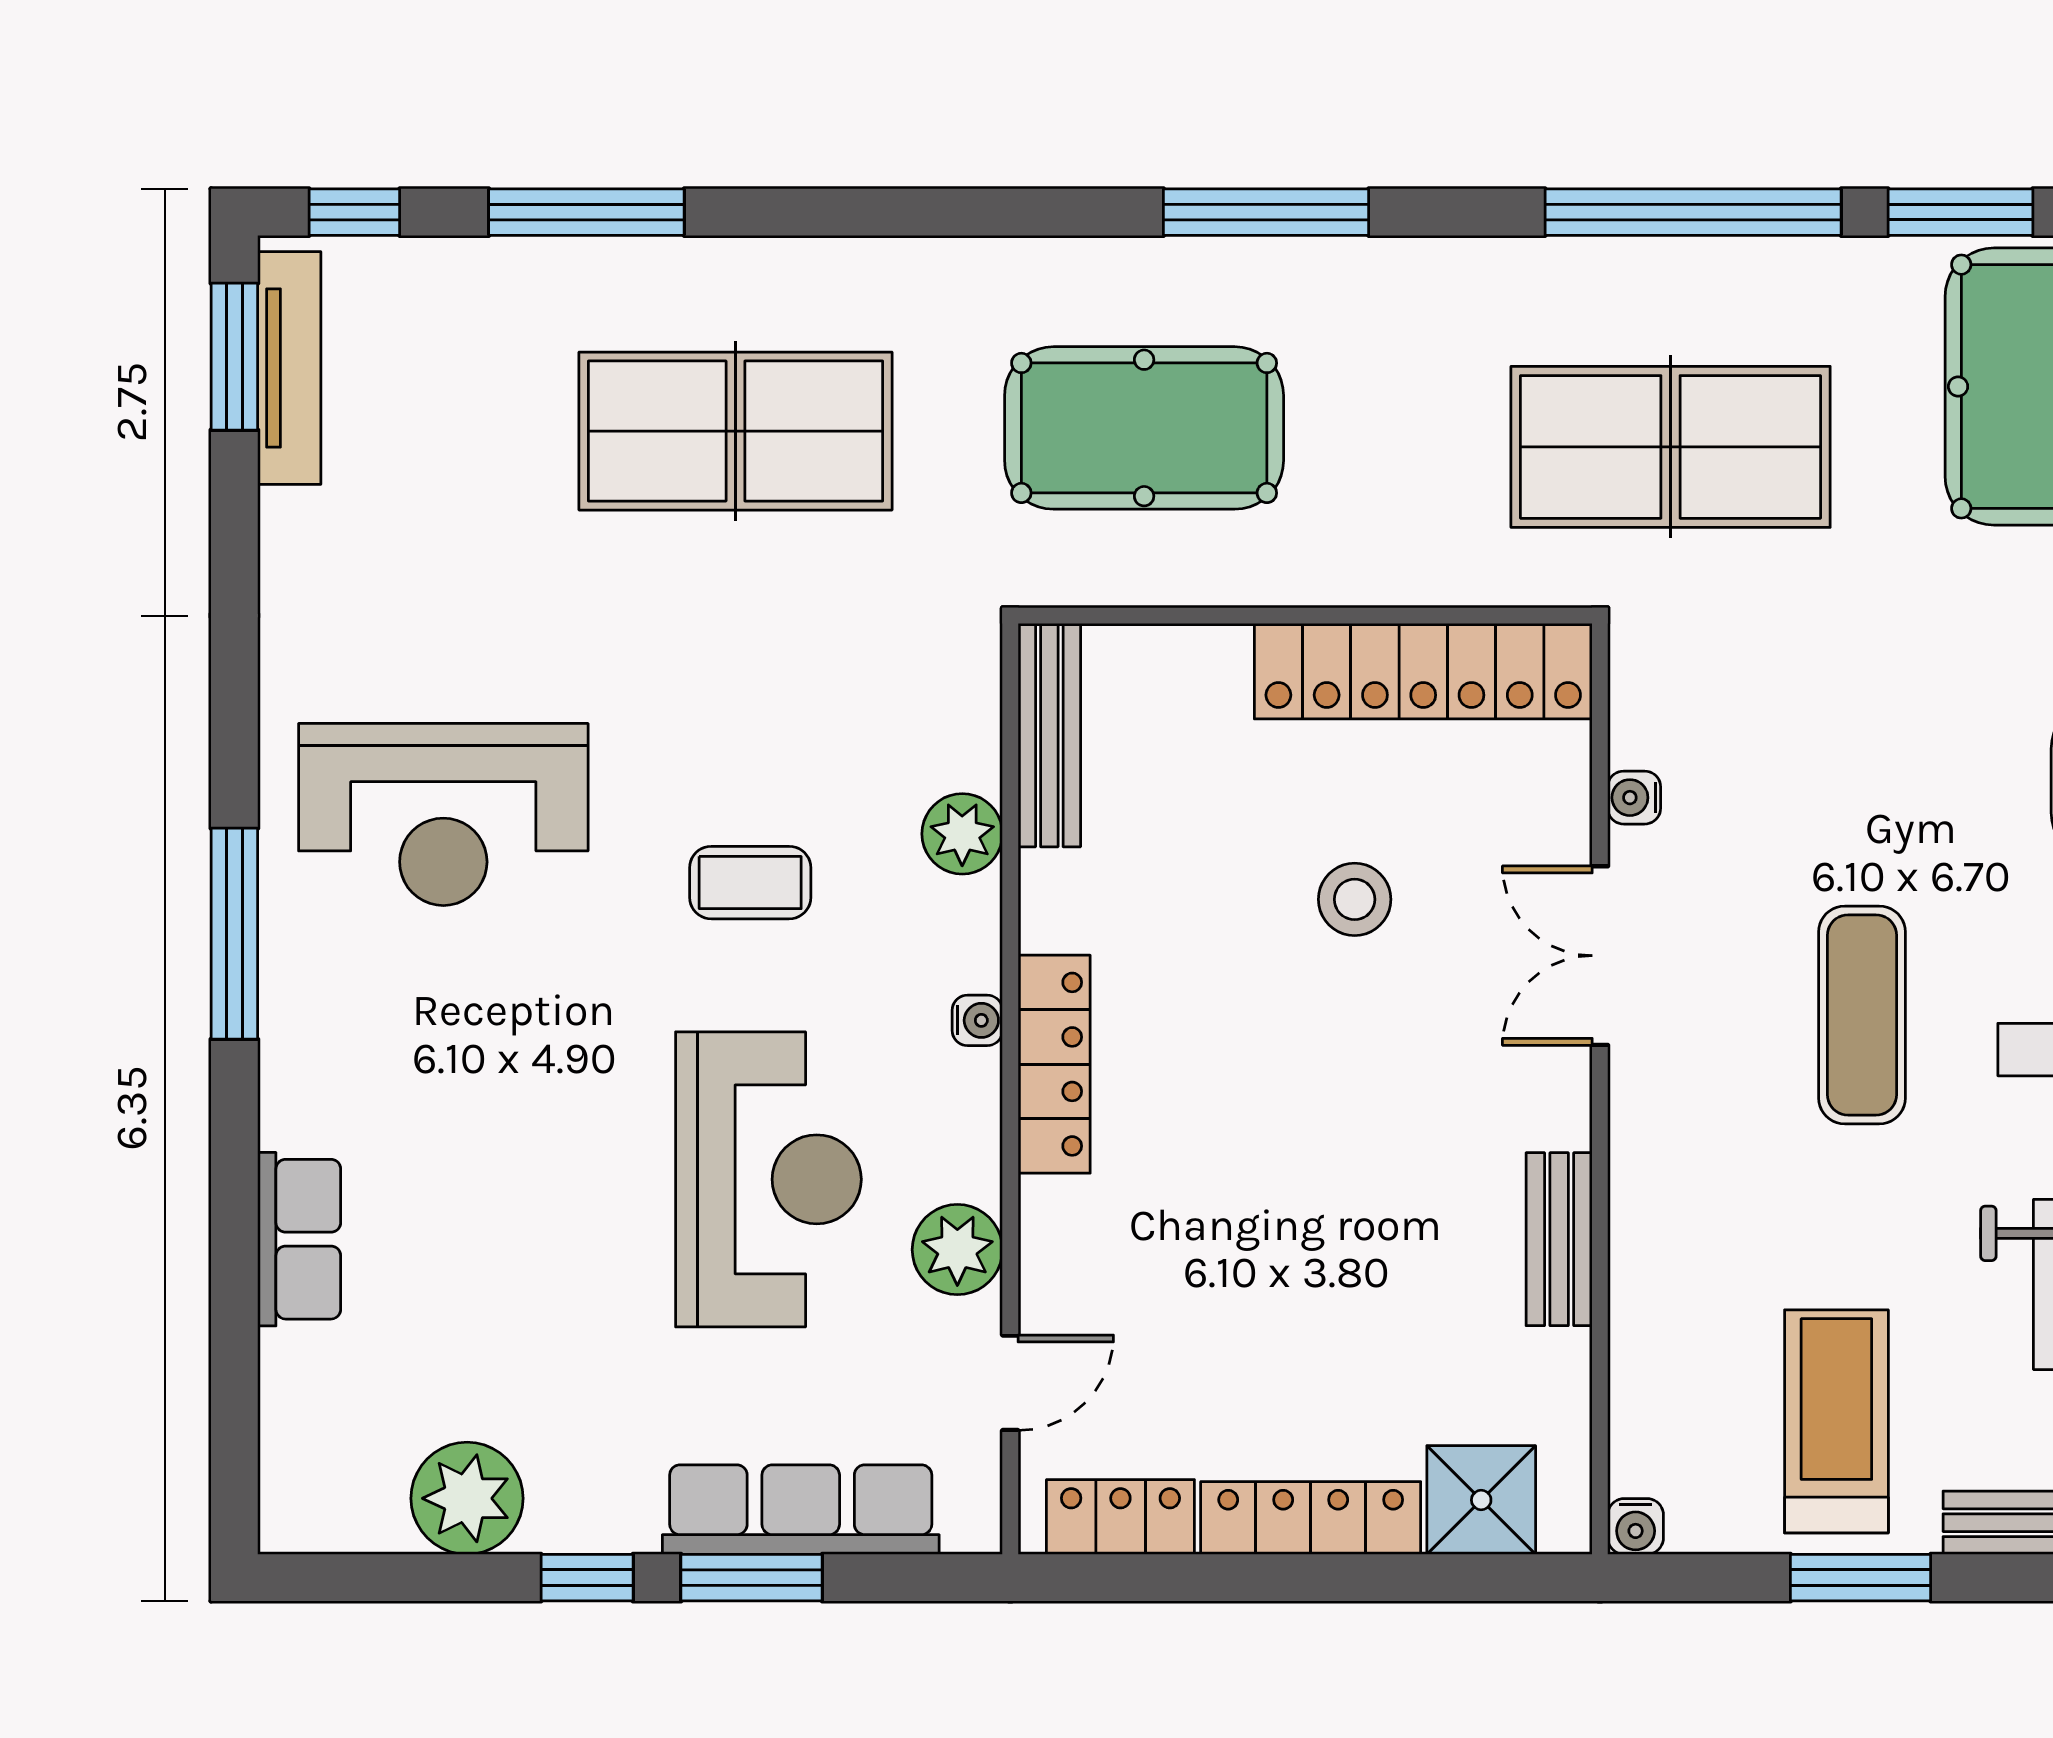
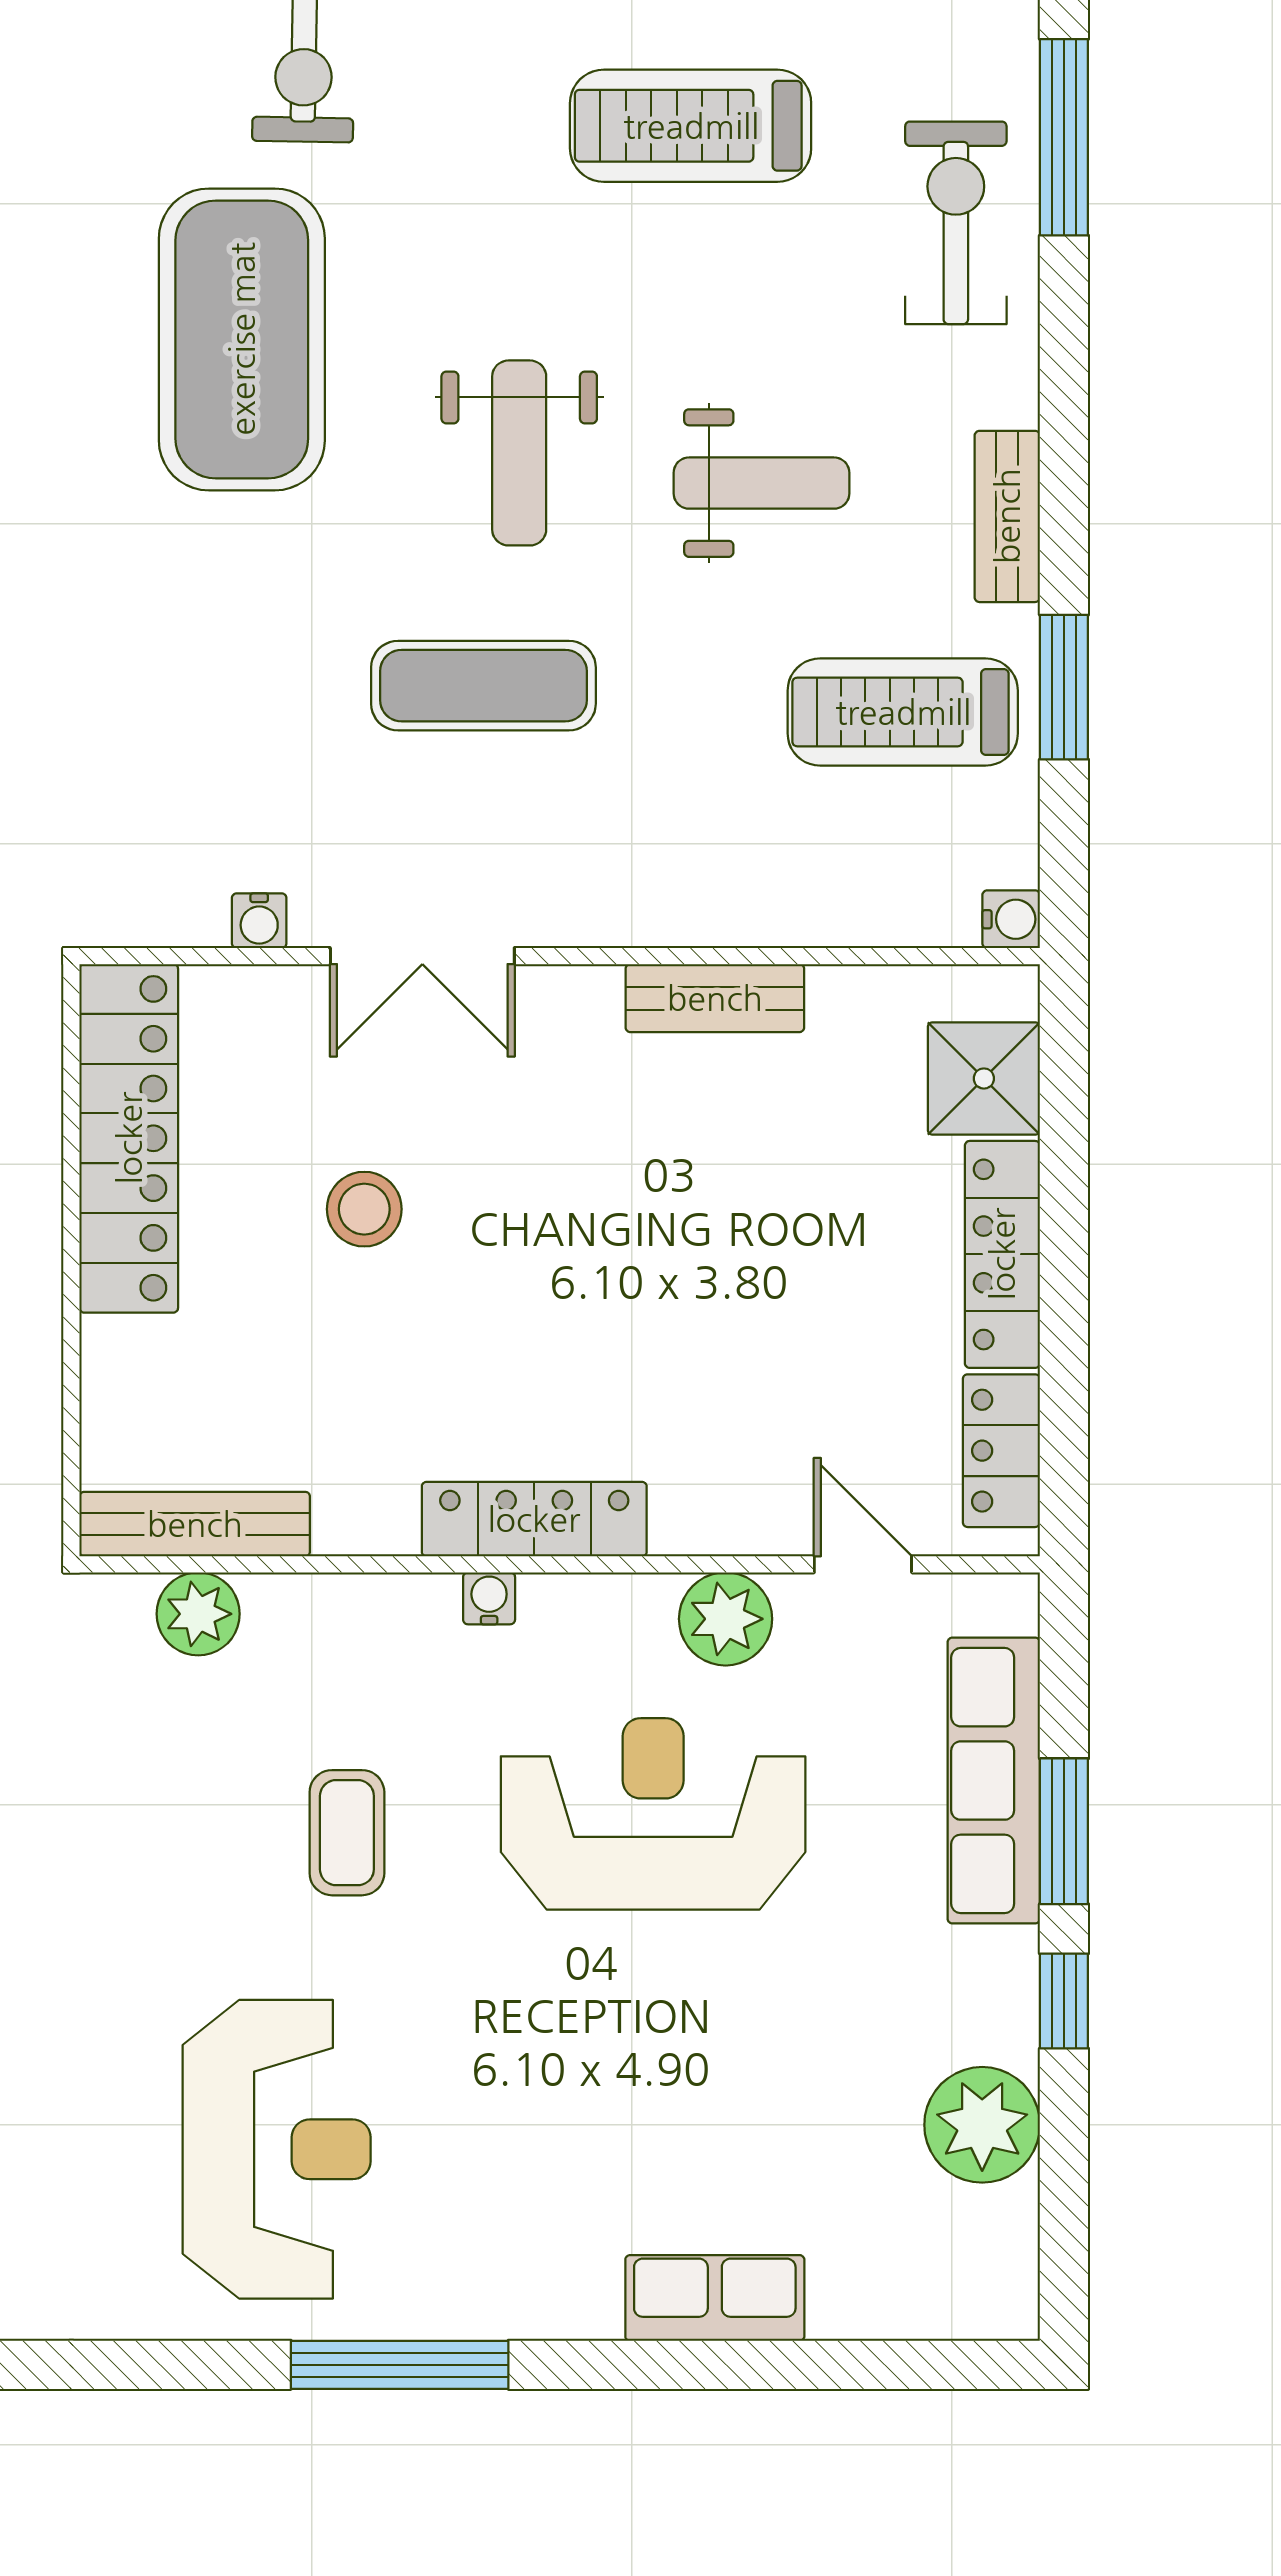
plant: (962, 834) -> (198, 1614), moved

